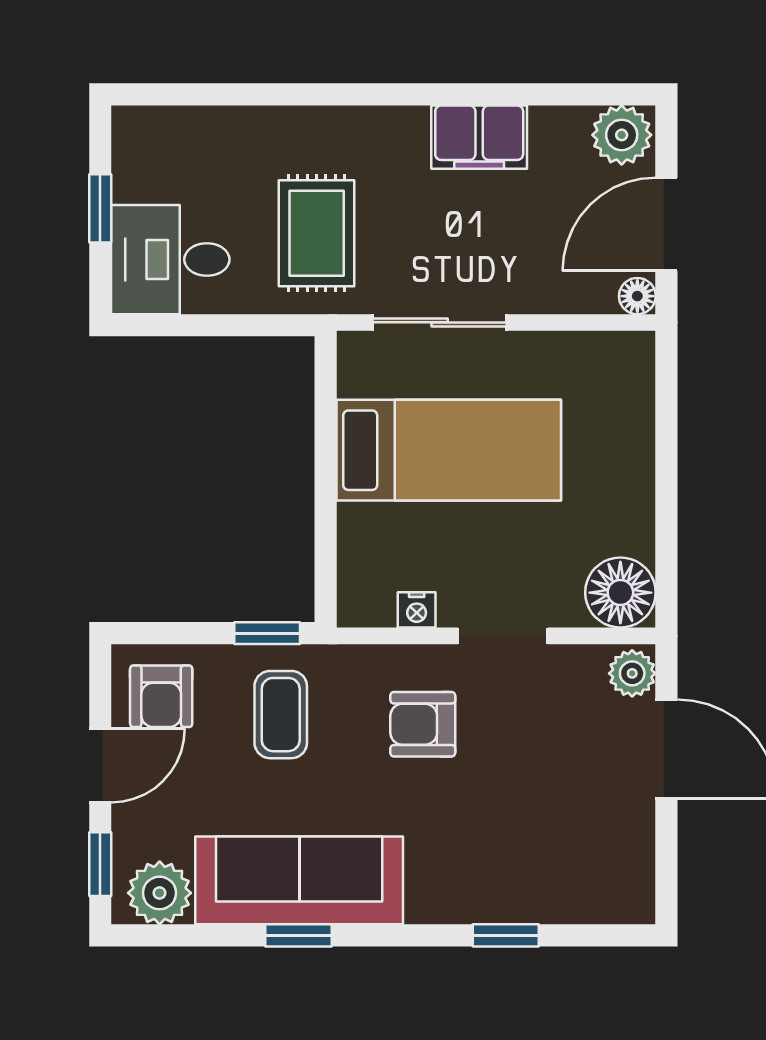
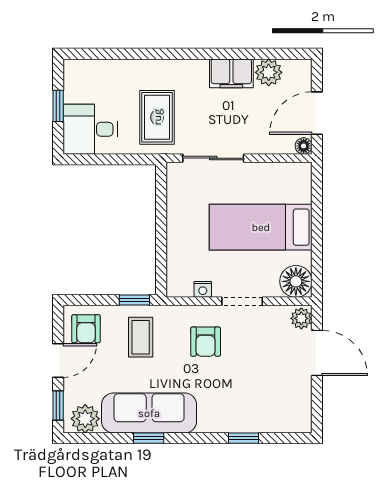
plant: (622, 135) -> (269, 72), moved
bed: (449, 450) -> (261, 227), moved, turned 180
armchair: (423, 724) -> (206, 342), turned -90

